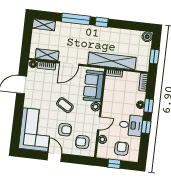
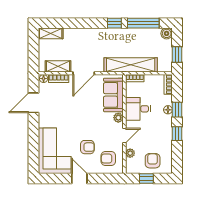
window: (76, 19) -> (143, 23), moved
coffee table: (65, 105) -> (84, 120), removed
desk: (131, 125) -> (138, 109), moved, turned 180

